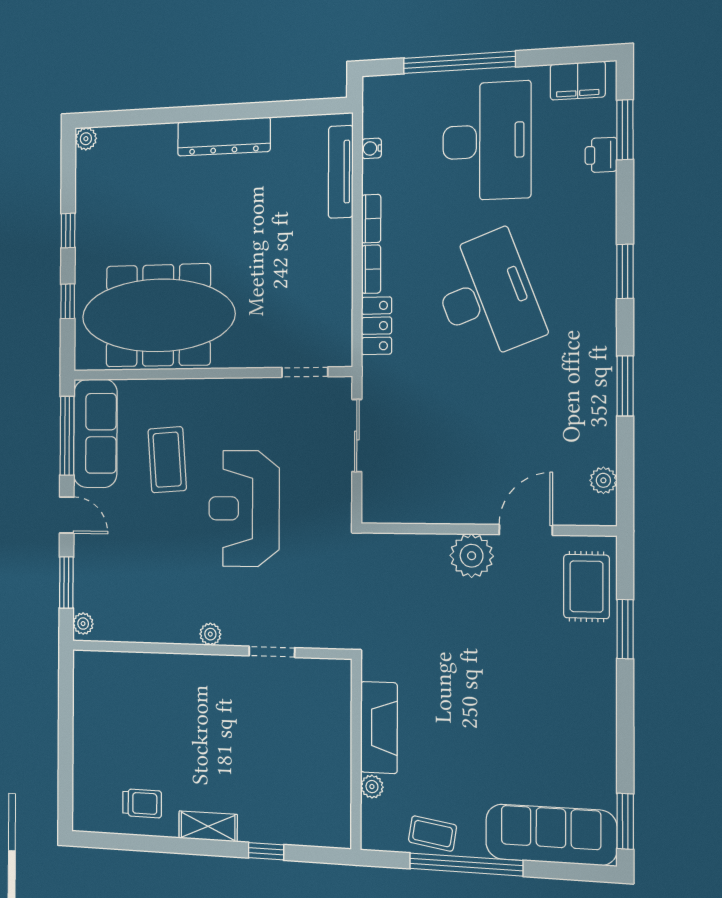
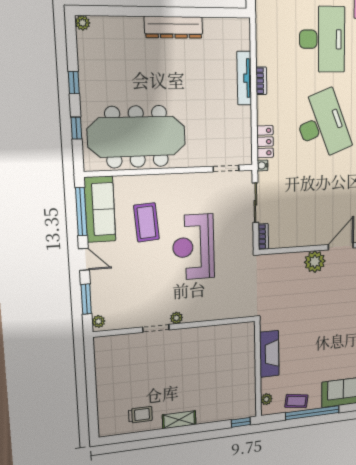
water cooler: (372, 148) -> (262, 165), moved
tv unit: (341, 172) -> (244, 78), moved
bookcase: (371, 269) -> (263, 237), moved
doorway: (272, 652) -> (156, 328), moved
plant: (372, 787) -> (266, 399), moved
window: (266, 851) -> (241, 422), moved

